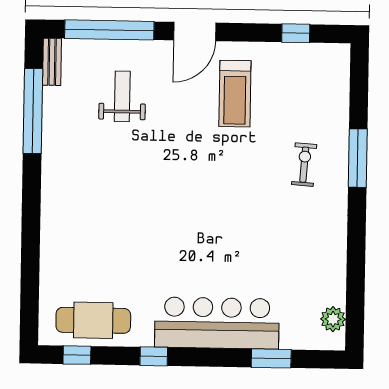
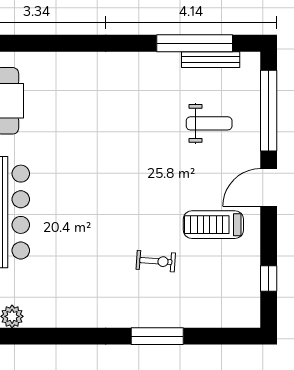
door: (195, 31) -> (269, 188), hinge flipped
bench: (52, 62) -> (211, 60), moved, width x1.36
exercise bike: (304, 165) -> (156, 261), moved

